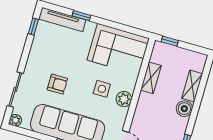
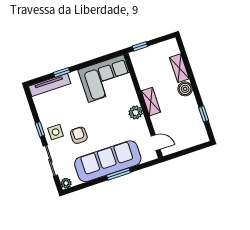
window: (33, 27) -> (40, 129), moved
shelving: (151, 78) -> (151, 102), moved
armchair: (57, 84) -> (79, 135), turned -90
side table: (102, 89) -> (56, 132), moved

